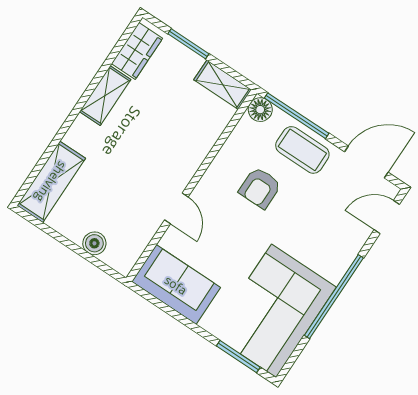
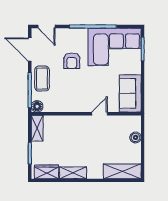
armchair: (260, 188) -> (72, 61), moved, turned 90

